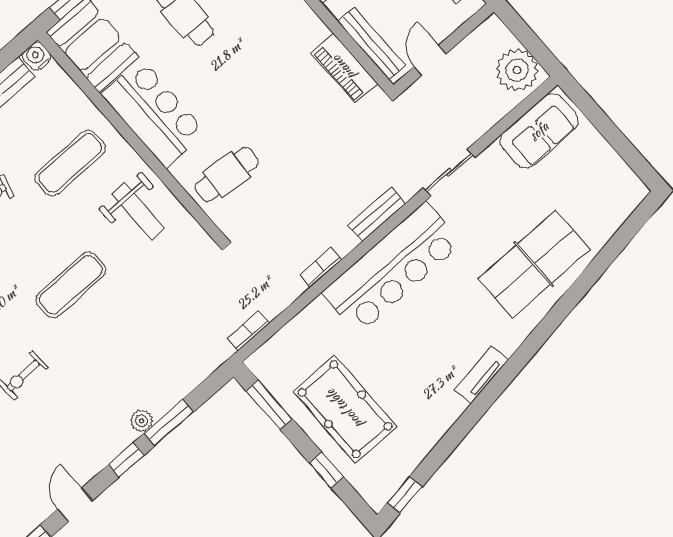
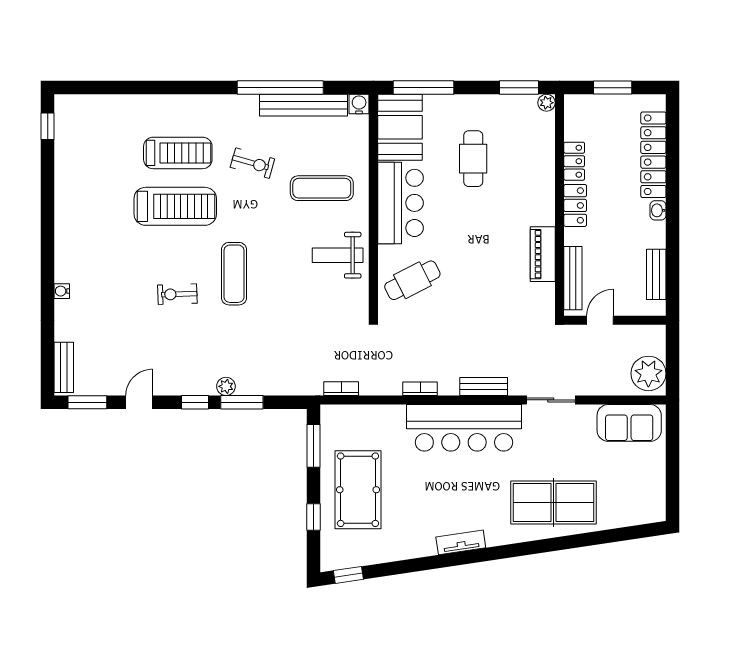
piano: (344, 68) -> (543, 254), moved
cafe table: (227, 174) -> (412, 280), turned -31
weight bench: (138, 212) -> (338, 255), turned 90
exercise mat: (71, 285) -> (234, 274), moved, turned 90

